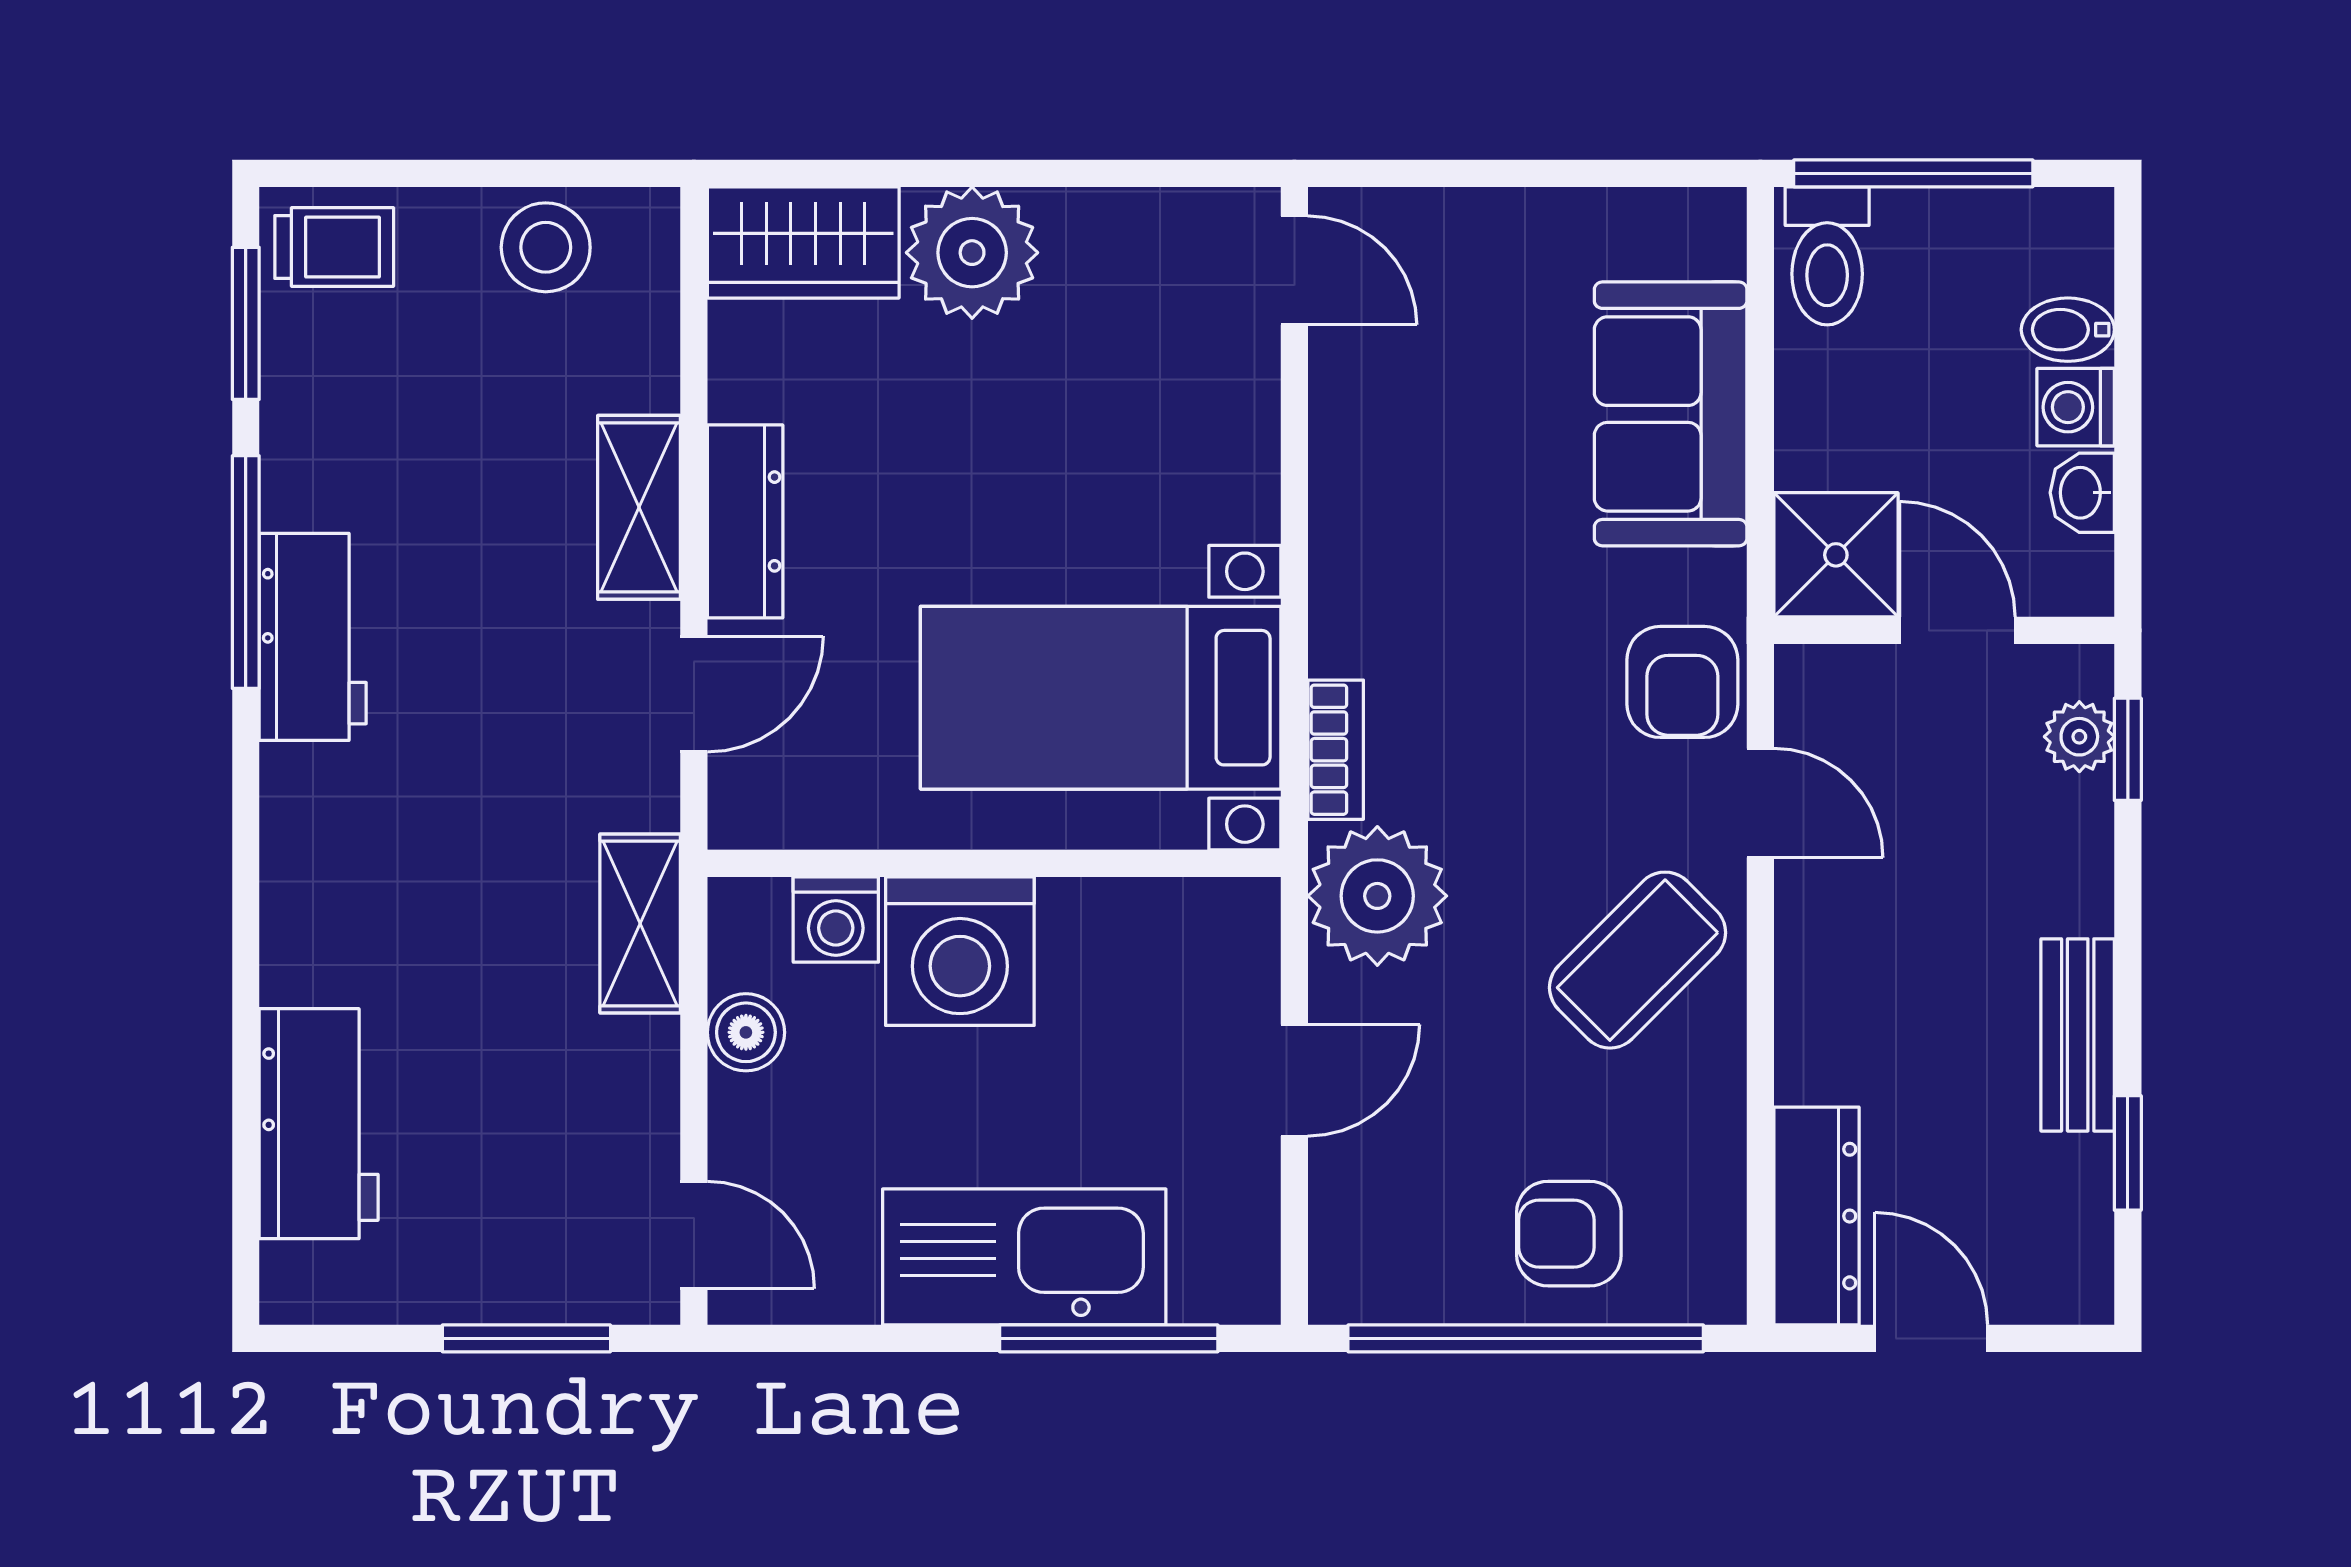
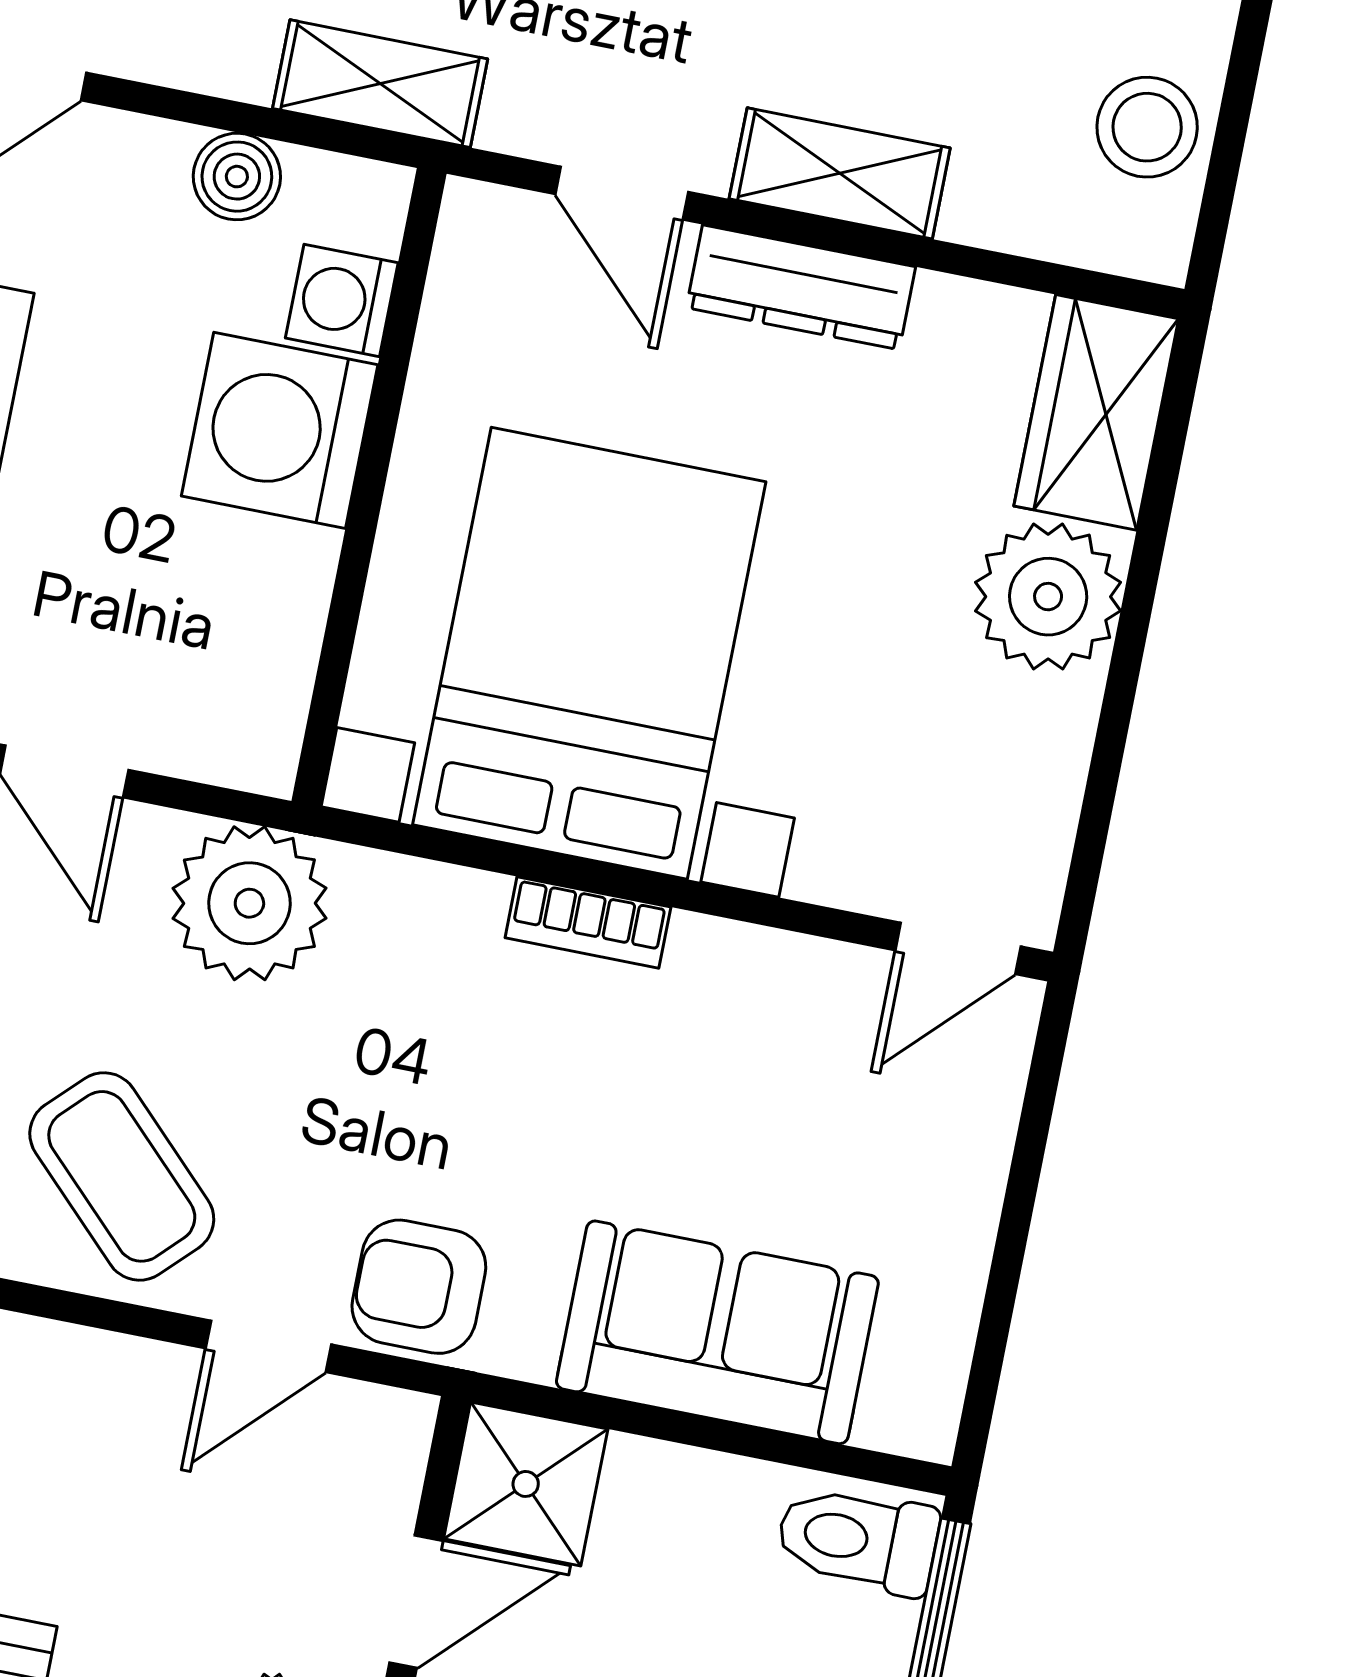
bed with nightstands: (1101, 698) -> (589, 653), width x1.36
bookcase: (1336, 750) -> (588, 922), moved

